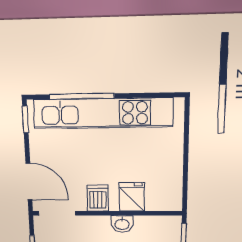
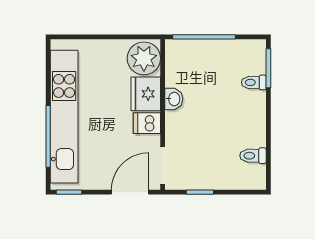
plant: (163, 195) -> (144, 58), added
fridge: (132, 197) -> (146, 94), width x1.38

